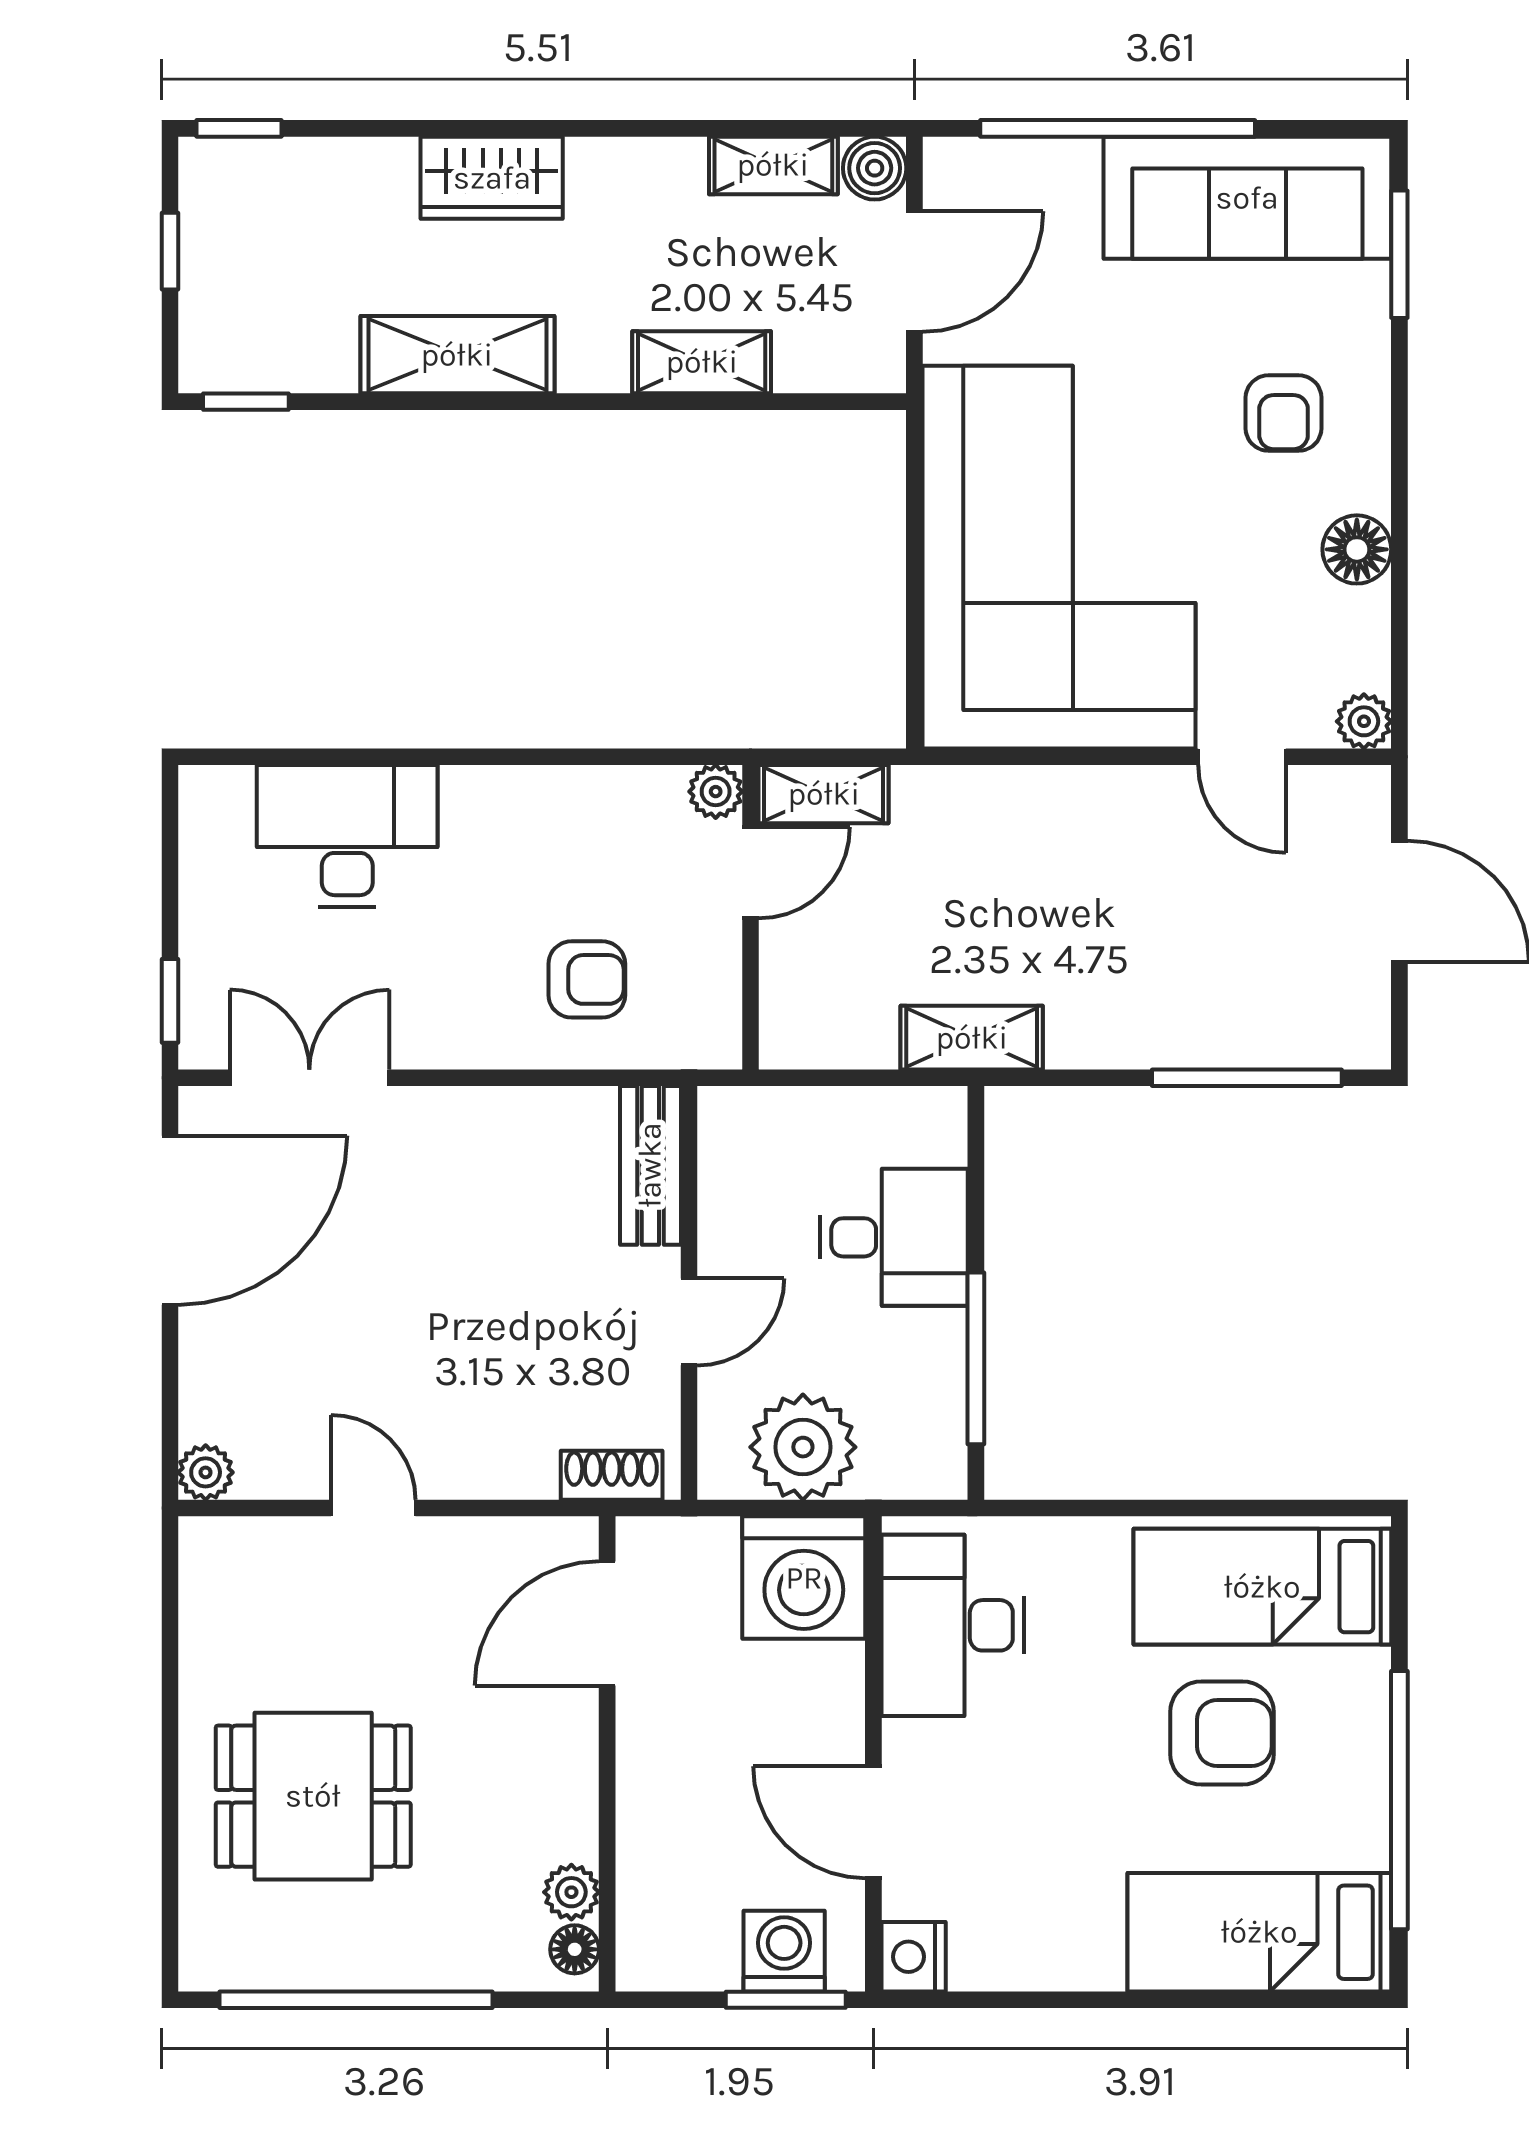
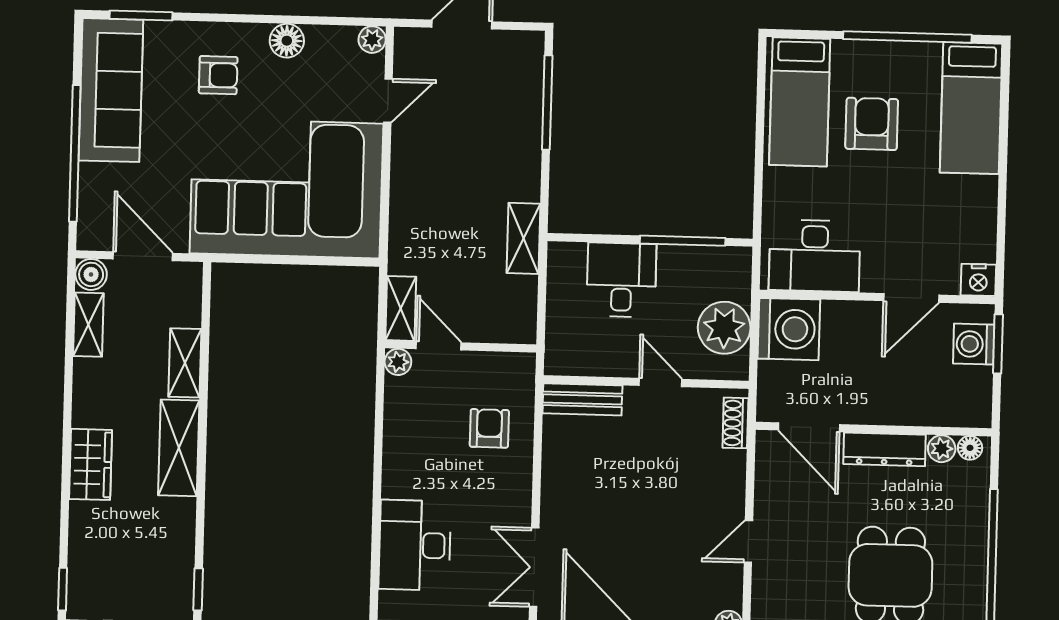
shelving: (457, 355) -> (179, 448), moved
dresser: (567, 1777) -> (884, 449), added

